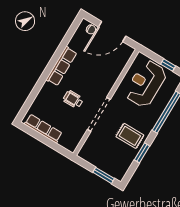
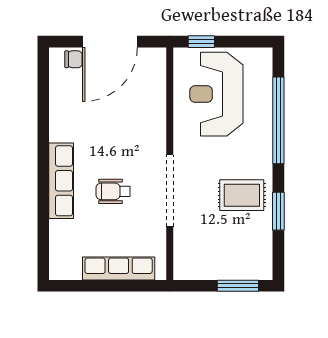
window: (168, 65) -> (201, 42), moved
row of seats: (61, 66) -> (61, 181), moved
row of seats: (43, 129) -> (119, 269), moved

